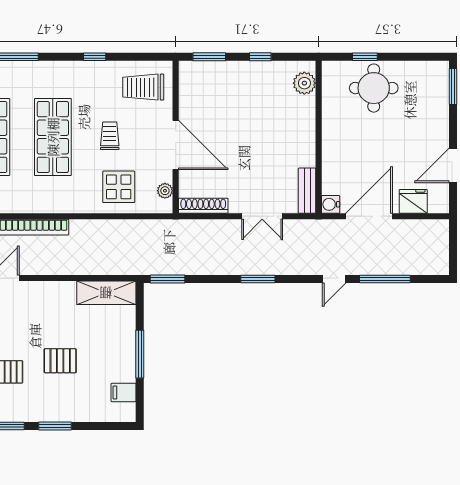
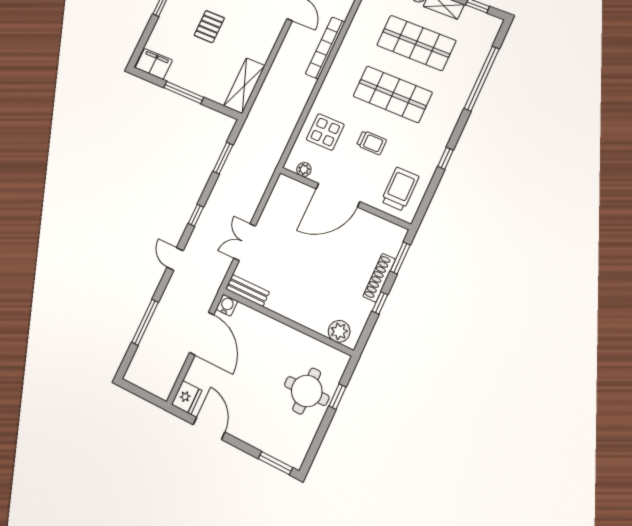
fridge: (413, 201) -> (187, 397), moved
shoe rack: (203, 206) -> (379, 278), moved, turned 180
window: (167, 279) -> (223, 158), moved
window: (258, 279) -> (196, 215), width x0.67
door: (334, 279) -> (175, 259), moved
filing cabinet: (124, 392) -> (154, 64), width x2.00

